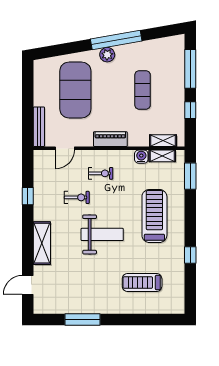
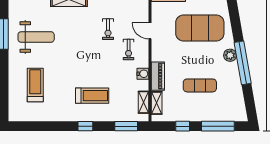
piano: (110, 139) -> (158, 76), moved
door: (65, 148) -> (150, 31), moved
water cooler: (141, 157) -> (143, 74), moved
treadmill: (154, 216) -> (92, 96), width x0.73, depth x0.73
weight bench: (102, 234) -> (36, 37), moved, turned -90
window: (190, 255) -> (85, 126), moved

